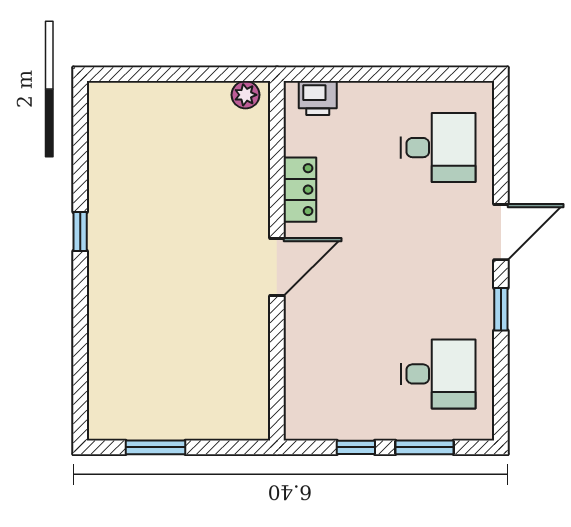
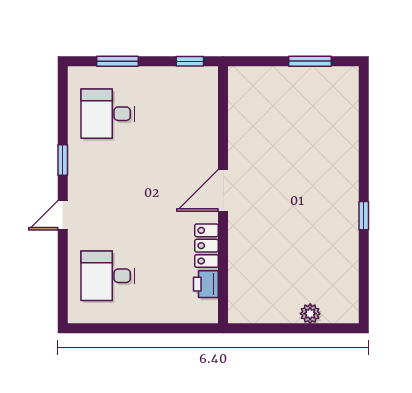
plant: (246, 95) -> (310, 314), moved
printer: (318, 98) -> (206, 284), moved, turned -90
door: (501, 232) -> (63, 215), width x0.73
window: (356, 447) -> (190, 61), moved

